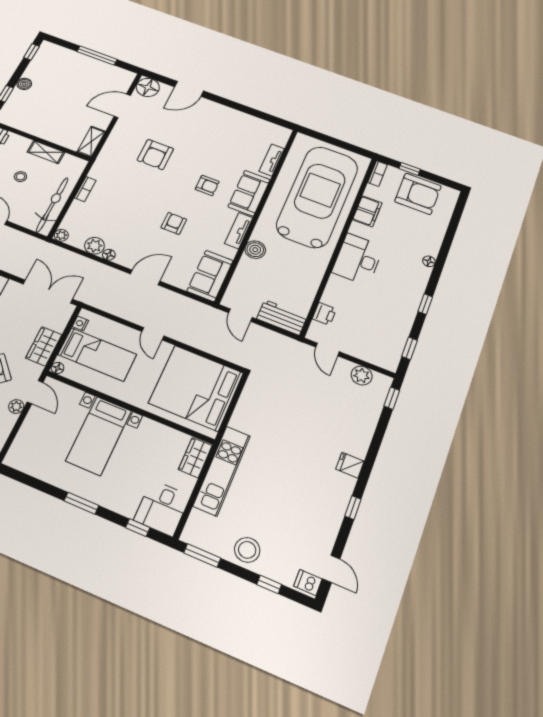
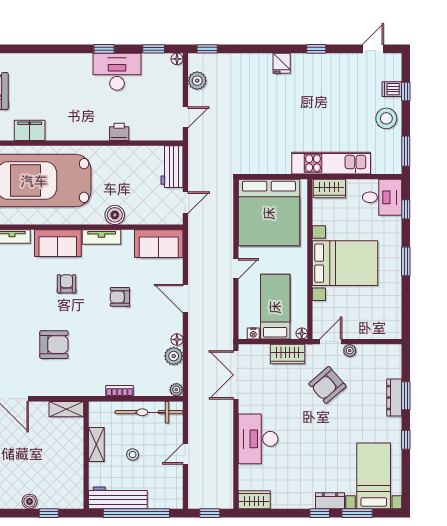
desk: (358, 259) -> (117, 72), moved, turned 180
floor lamp: (429, 261) -> (177, 59), moved
printer: (324, 314) -> (119, 132), moved
bed with nightstands: (99, 436) -> (345, 263), width x1.36
dishwasher: (308, 583) -> (392, 89), moved, turned 90

